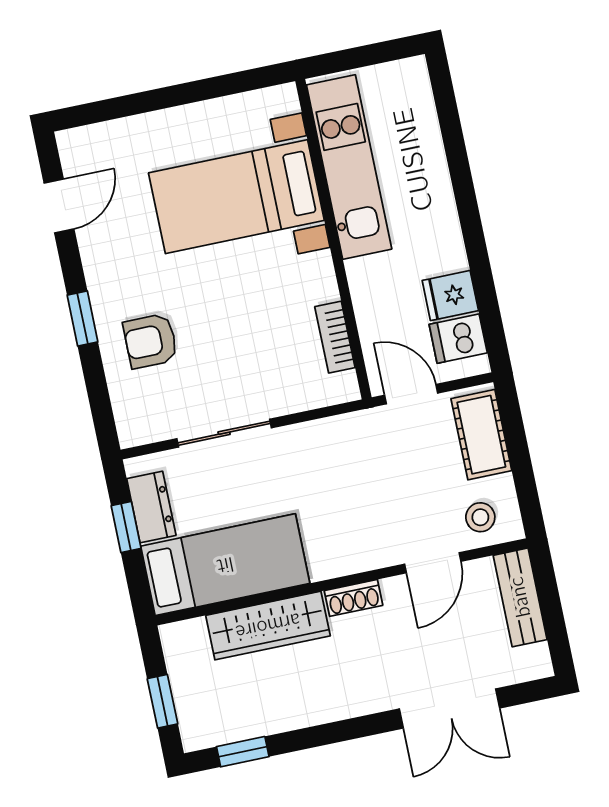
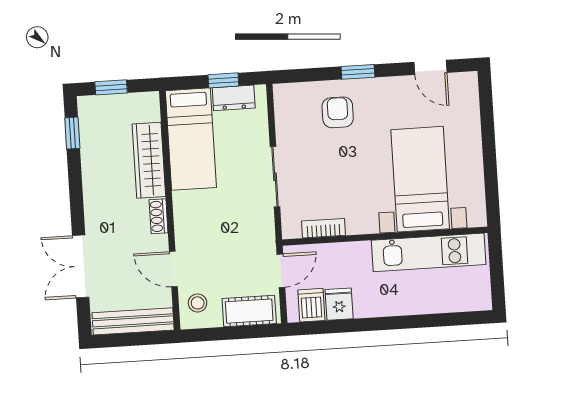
sliding door: (224, 433) -> (275, 177), moved
bench: (520, 597) -> (133, 321), width x1.36

